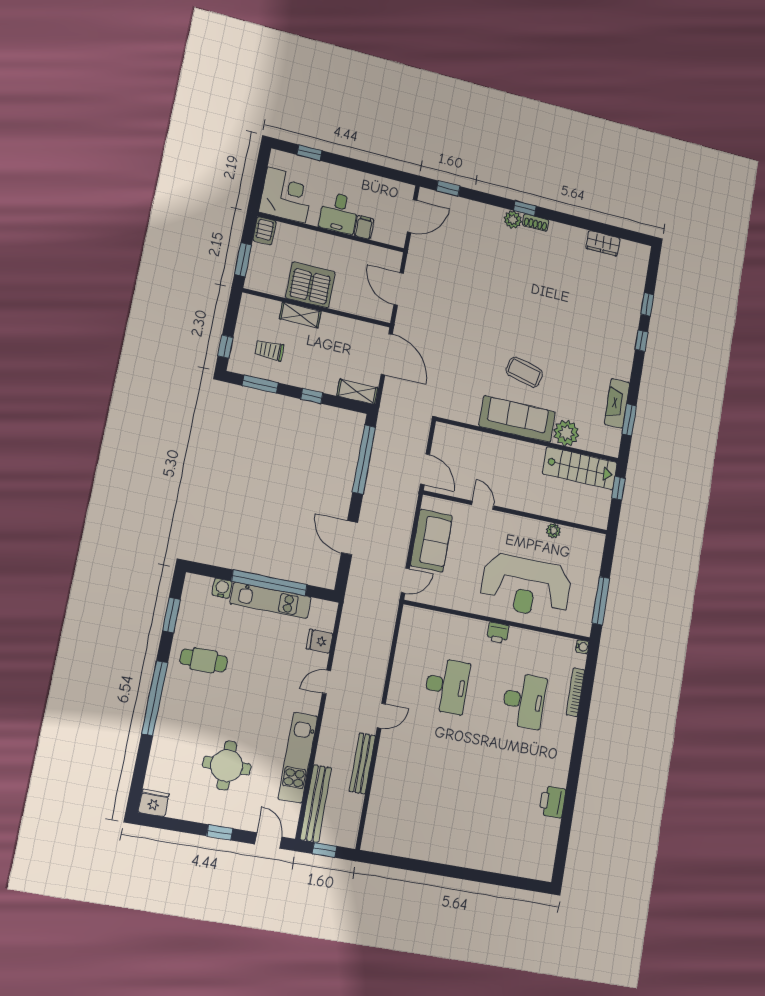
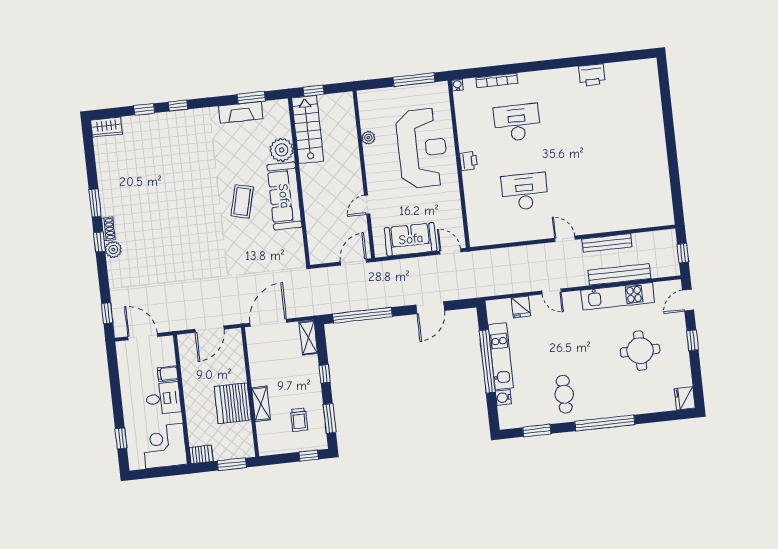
window: (566, 219) -> (95, 203), added
wardrobe: (603, 243) -> (107, 127), moved, turned 90
bench: (316, 804) -> (619, 274), moved

